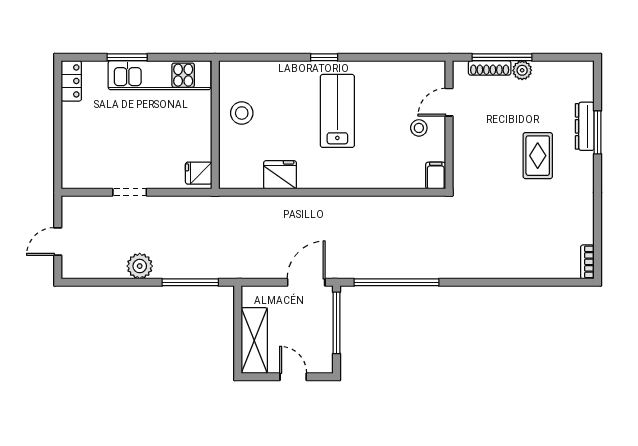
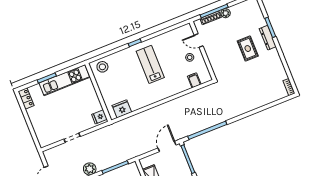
door: (449, 102) -> (199, 40), hinge flipped
stool: (242, 113) -> (102, 67), moved
dresser: (585, 126) -> (268, 38), moved
fridge: (280, 175) -> (122, 109), moved
filing cabinet: (436, 176) -> (194, 80), moved

